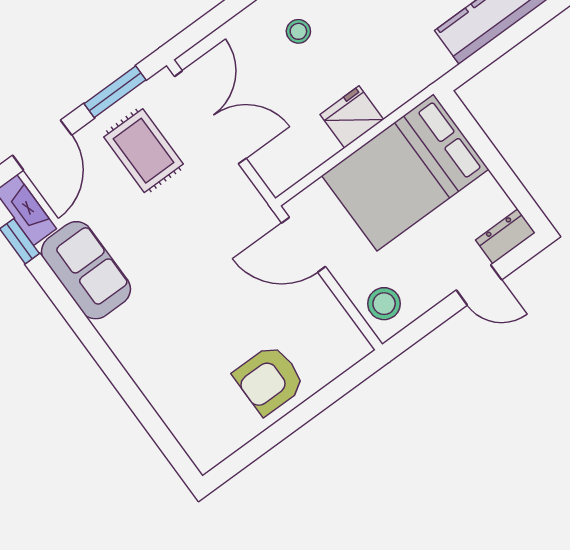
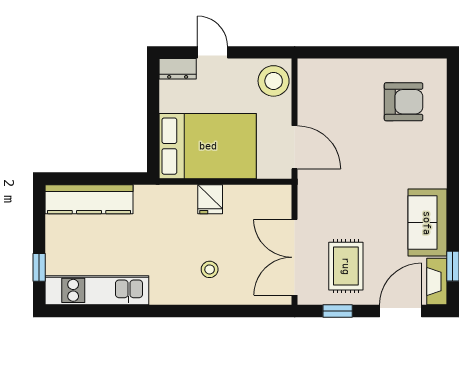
window: (115, 92) -> (338, 311), width x0.67
fridge: (352, 117) -> (210, 199), width x0.72
stool: (384, 304) -> (274, 81), width x1.38, depth x1.38
armchair: (269, 380) -> (404, 102), moved

